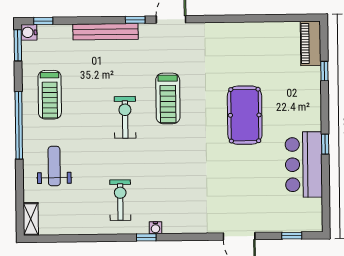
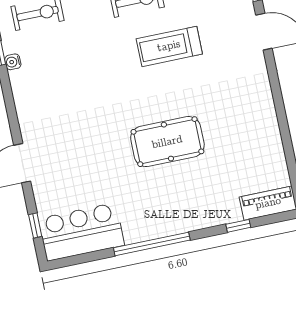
window: (325, 144) -> (152, 244), width x3.17
bar counter: (304, 165) -> (81, 232), moved

